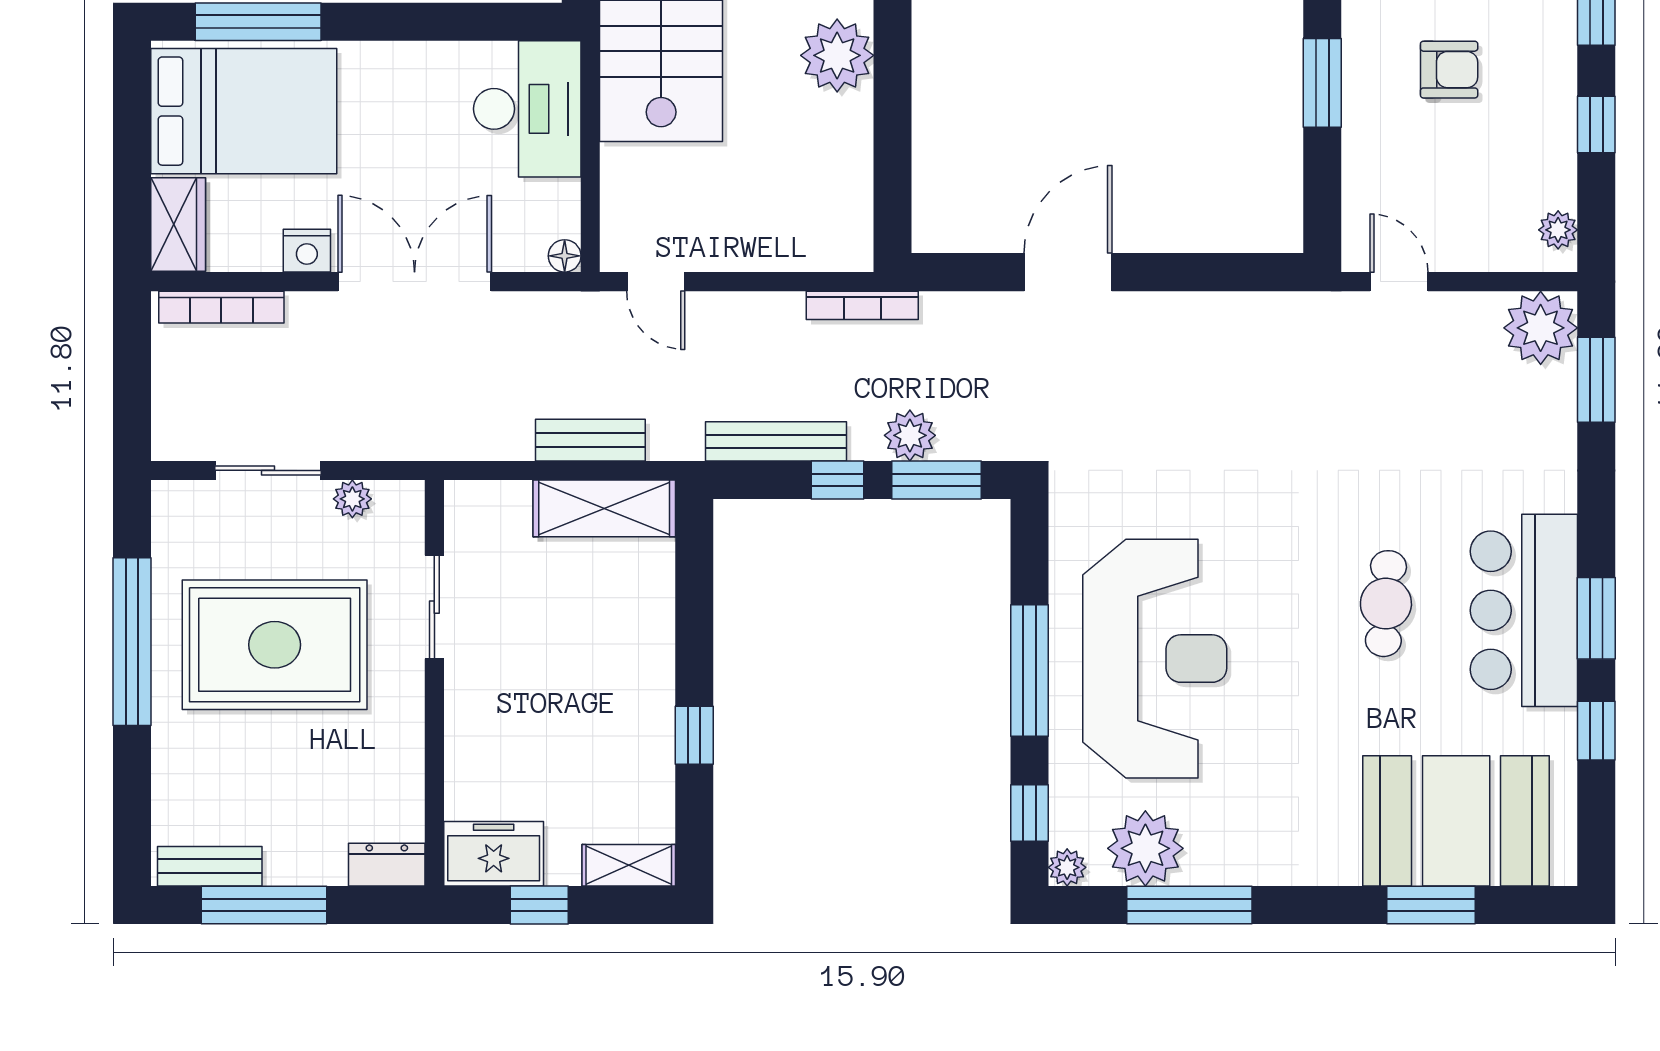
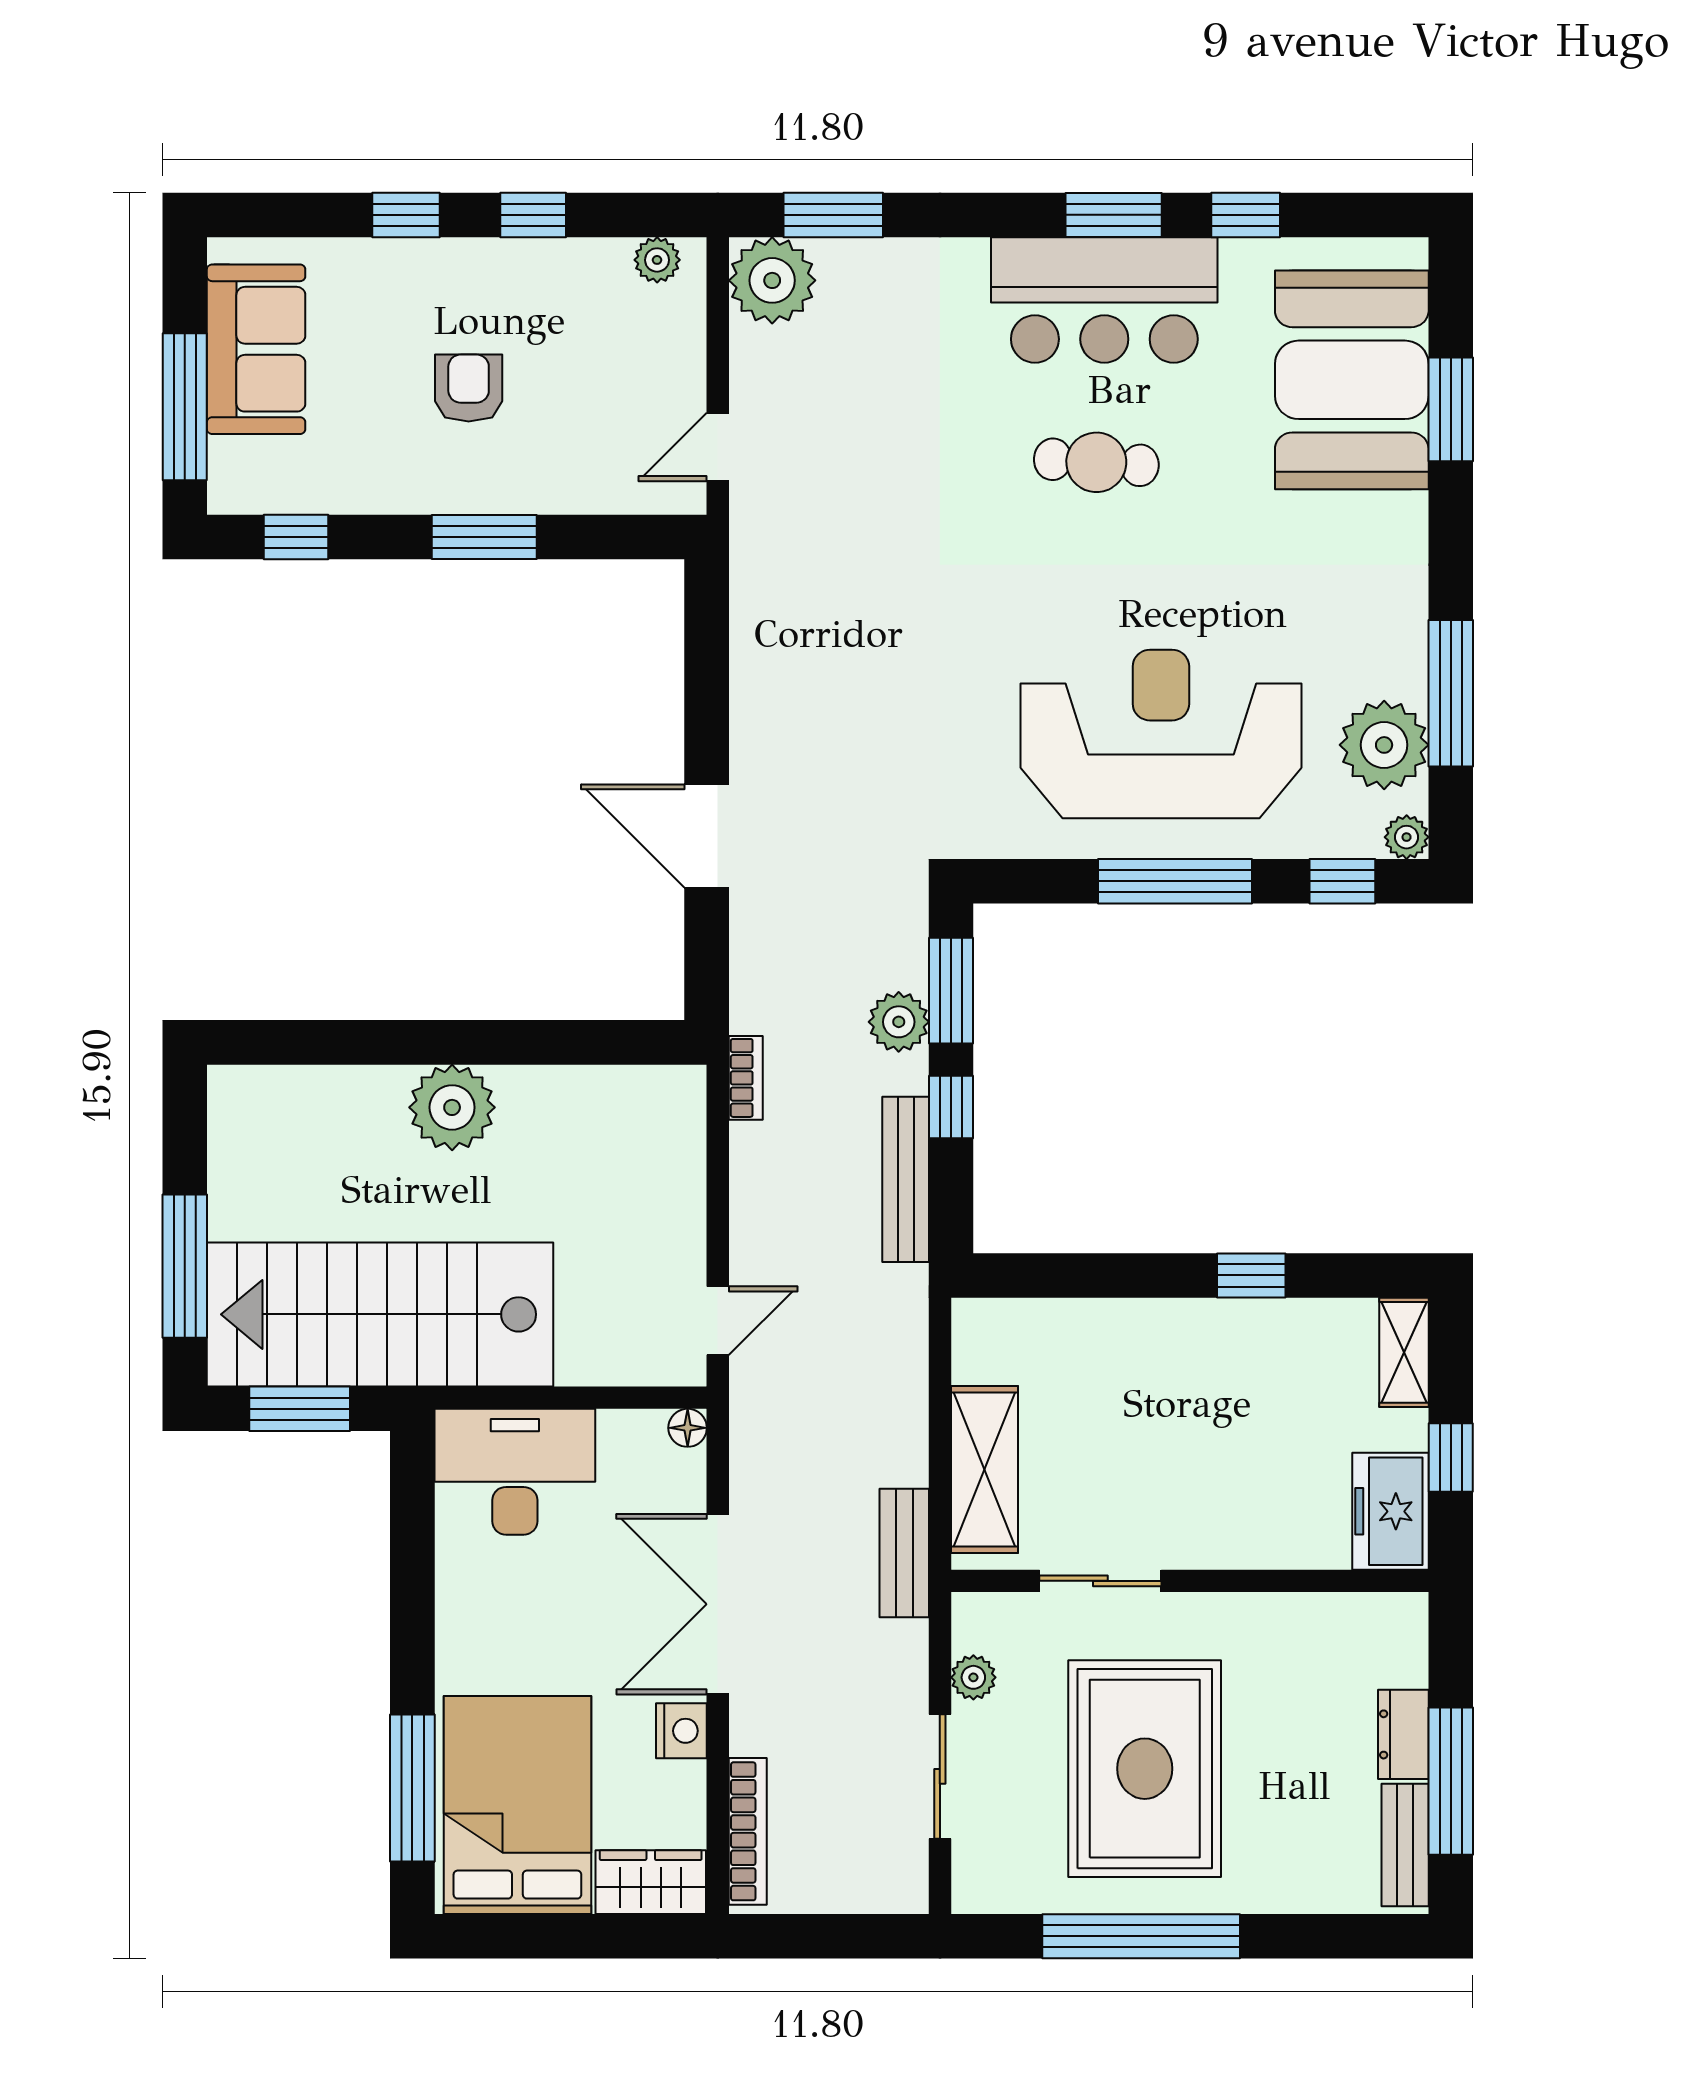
bookcase: (862, 305) -> (746, 1078), width x0.64
bench: (590, 440) -> (904, 1553), moved
shelving: (604, 508) -> (984, 1469), moved
dresser: (387, 865) -> (1403, 1734), moved

